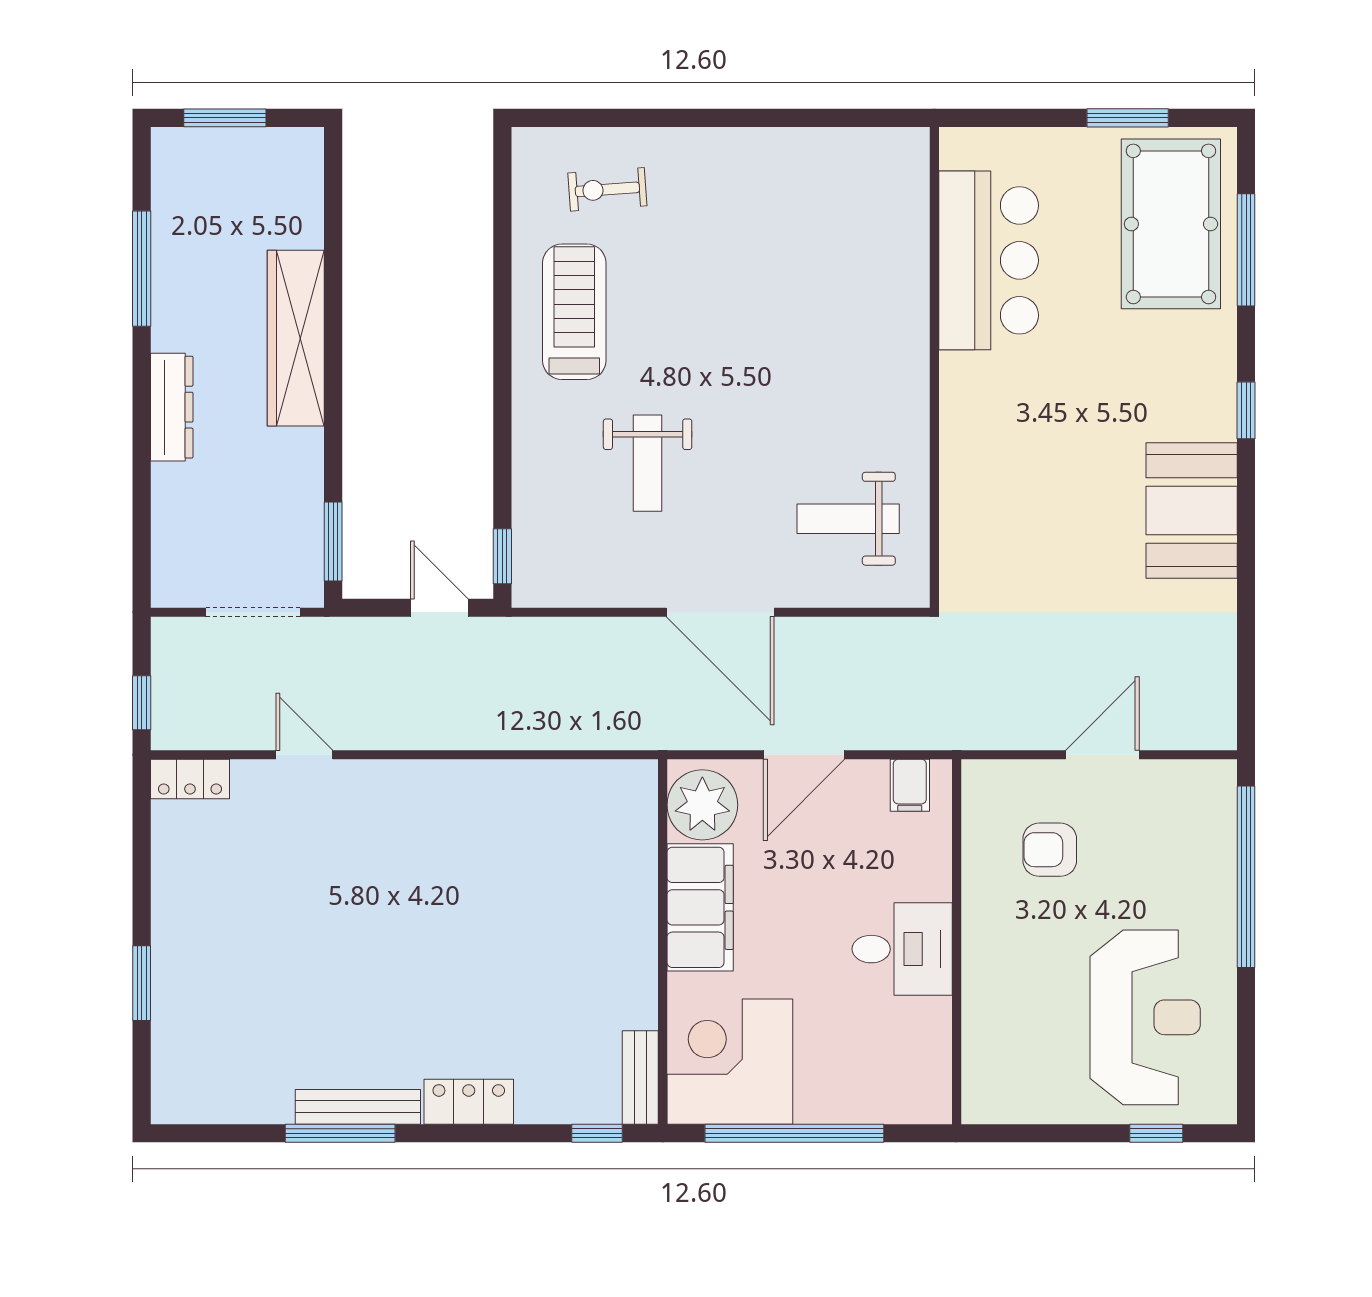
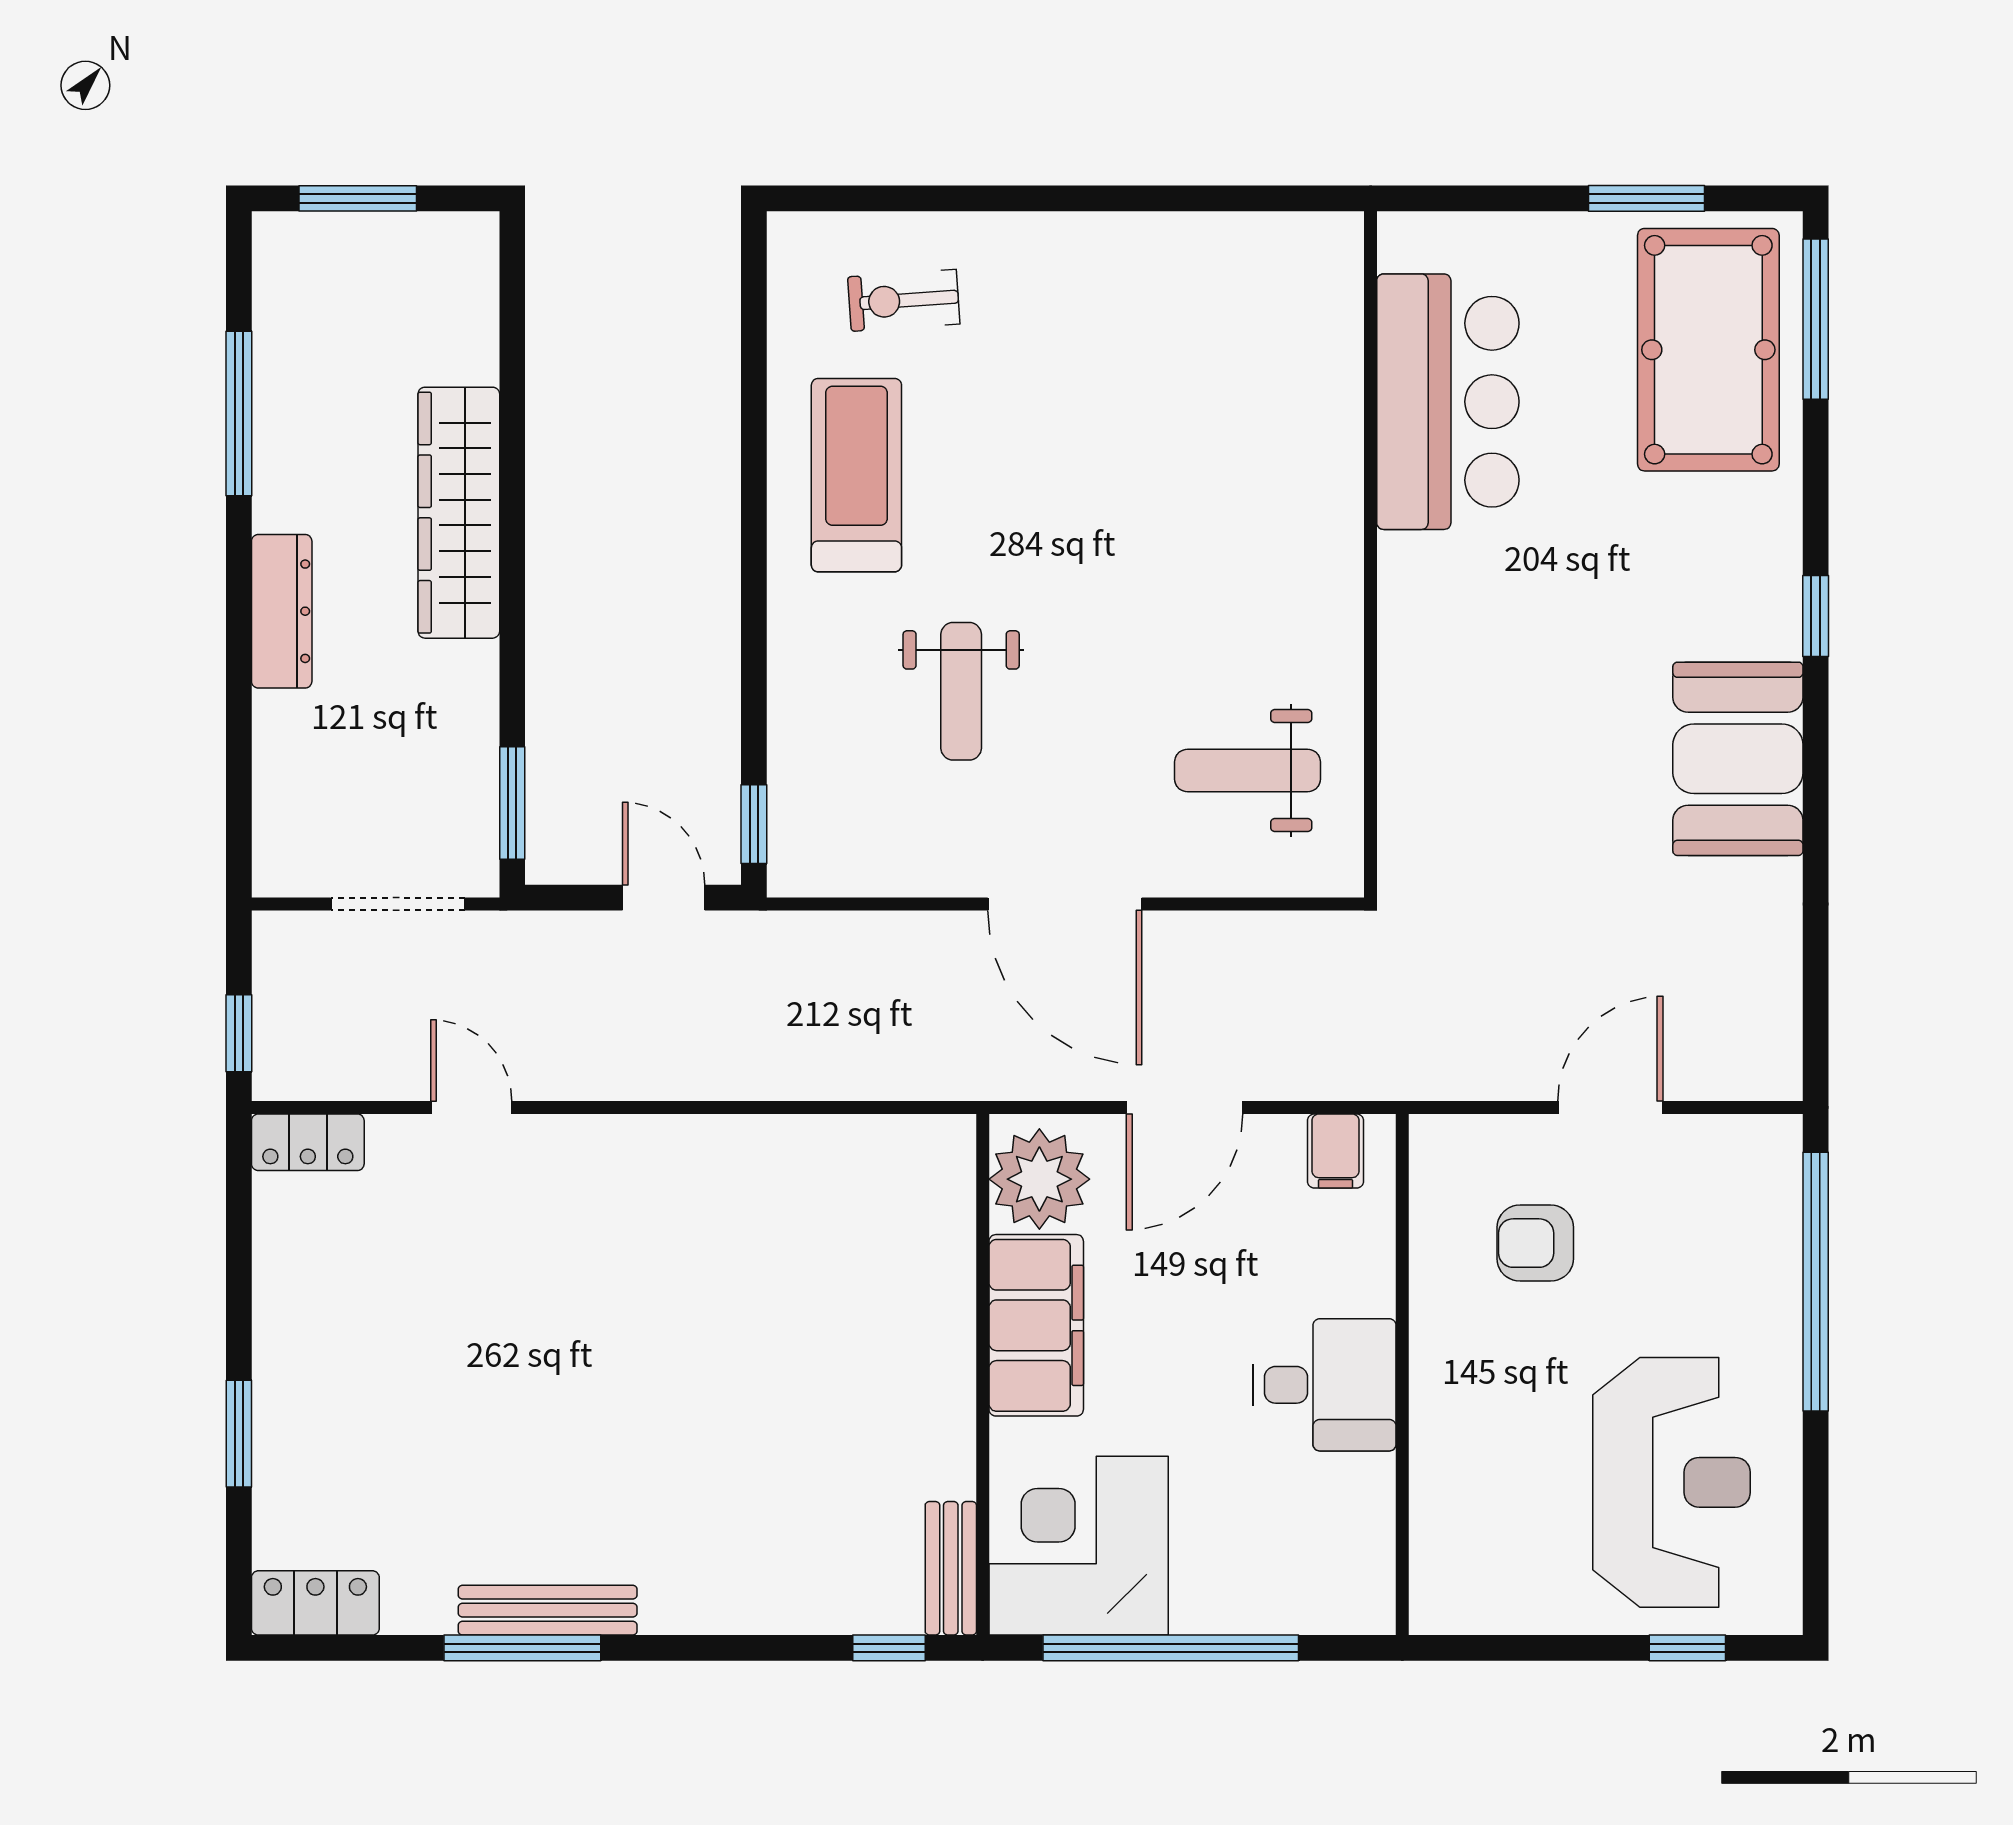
window: (1246, 250) -> (1816, 319), moved
locker: (469, 1102) -> (315, 1603), moved

